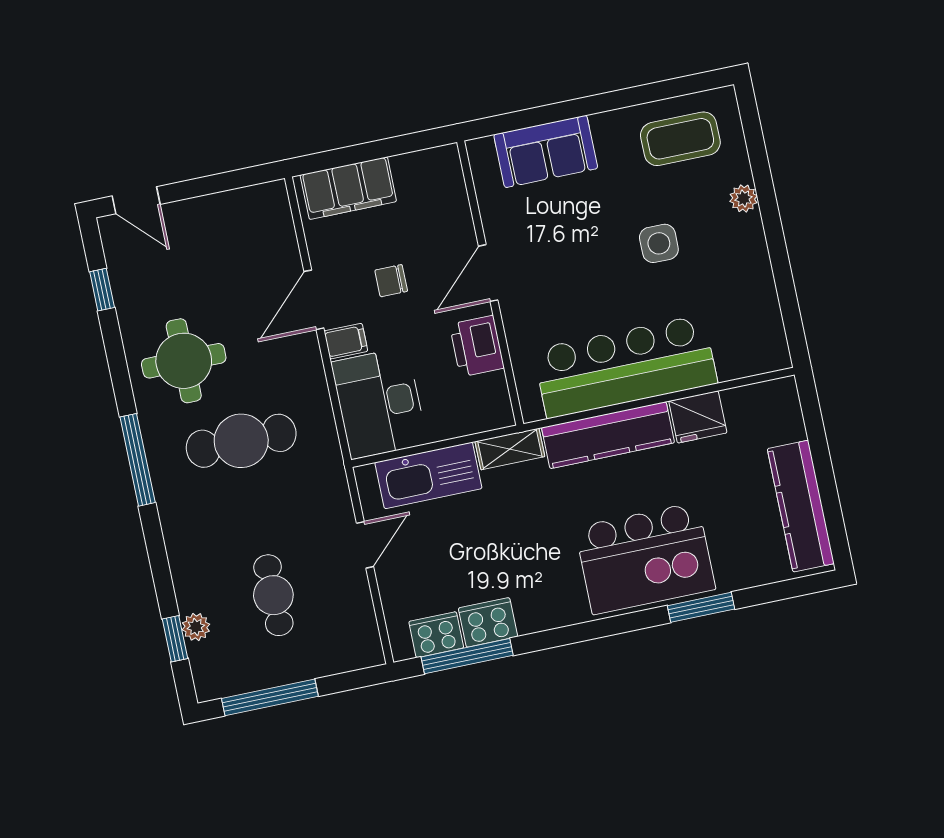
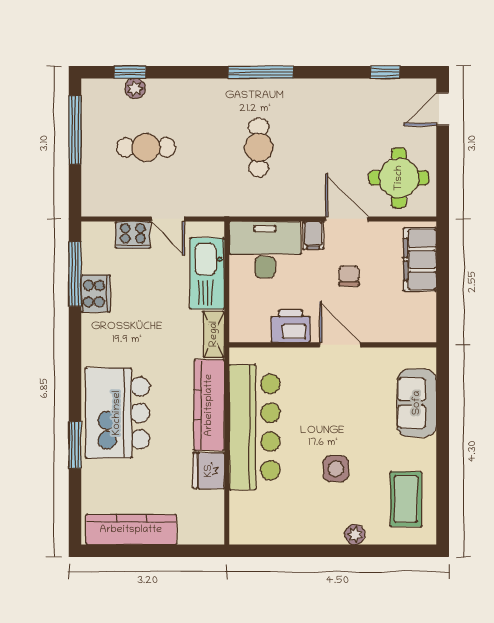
round table: (184, 361) -> (399, 178), moved
cafe table: (241, 441) -> (259, 147), width x0.73, depth x0.74
cooker: (436, 635) -> (133, 235), moved, turned 90

